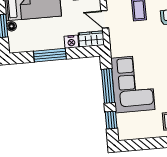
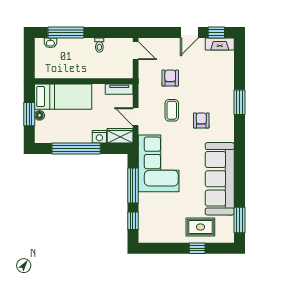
window: (50, 55) -> (76, 148), width x1.46
corner sofa: (133, 84) -> (159, 163), moved

